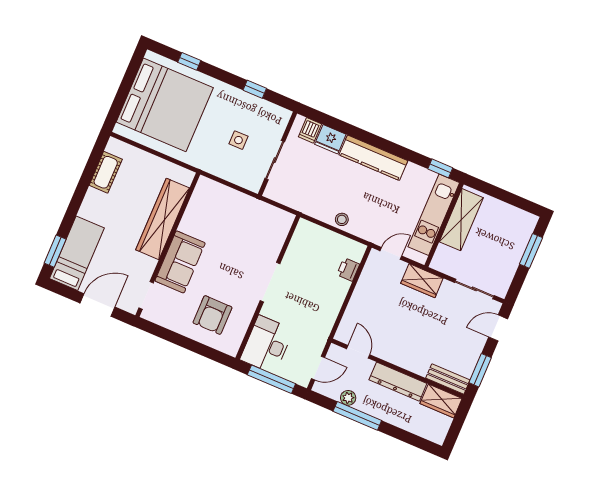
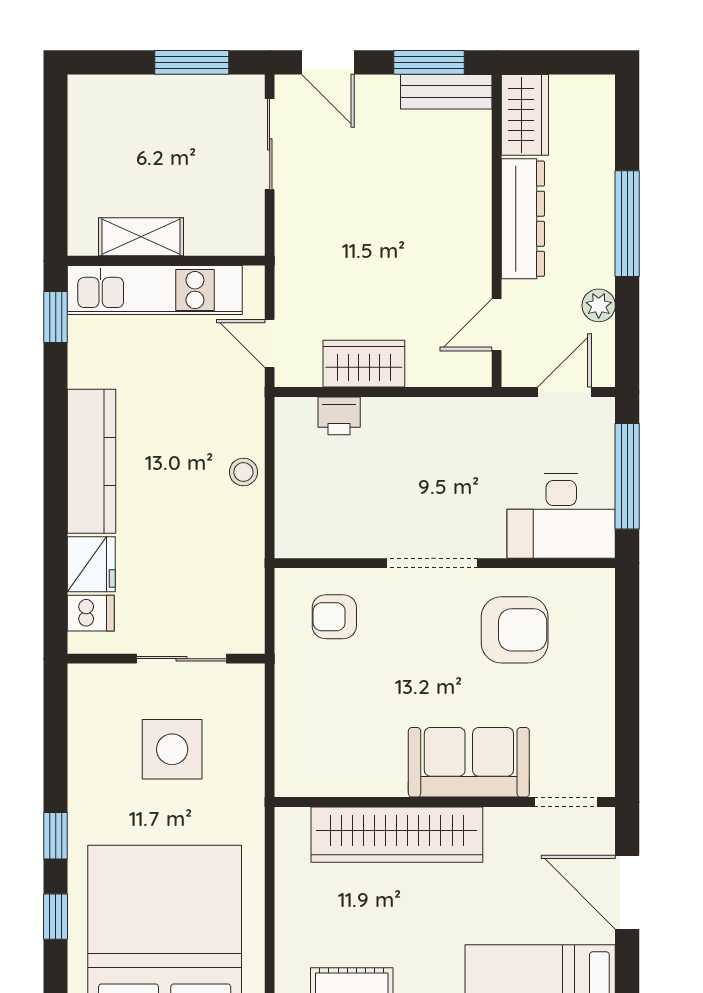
window: (255, 89) -> (56, 836), moved
side table: (238, 140) -> (172, 749), width x1.87, depth x1.87
shelving: (461, 220) -> (141, 237), width x0.67, depth x0.75
armchair: (265, 232) -> (334, 617), added
window: (531, 251) -> (192, 62), moved
wardrobe: (422, 281) -> (364, 364), moved, turned -90
armchair: (212, 315) -> (515, 630), moved
door: (318, 368) -> (565, 392), hinge flipped
bench: (448, 379) -> (446, 92), moved, turned 90
window: (357, 416) -> (627, 224), moved

